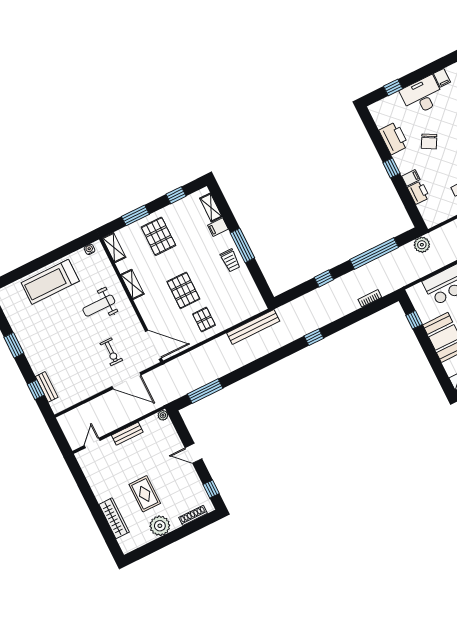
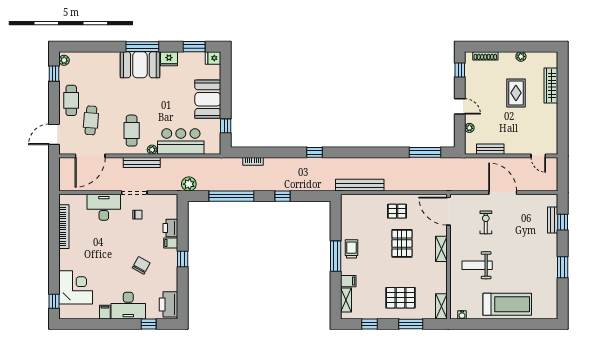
printer: (394, 138) -> (169, 304), moved
pallet: (158, 236) -> (400, 298), turned 90
shelving: (132, 284) -> (441, 249), moved
weight bench: (99, 306) -> (477, 265), turned 180
pallet: (204, 320) -> (397, 211), turned 90
door: (127, 381) -> (503, 193), moved
plant: (163, 415) -> (469, 128), moved
bench: (127, 434) -> (490, 149), moved
door: (92, 443) -> (538, 156), hinge flipped
plant: (160, 526) -> (521, 56), width x0.53, depth x0.53

